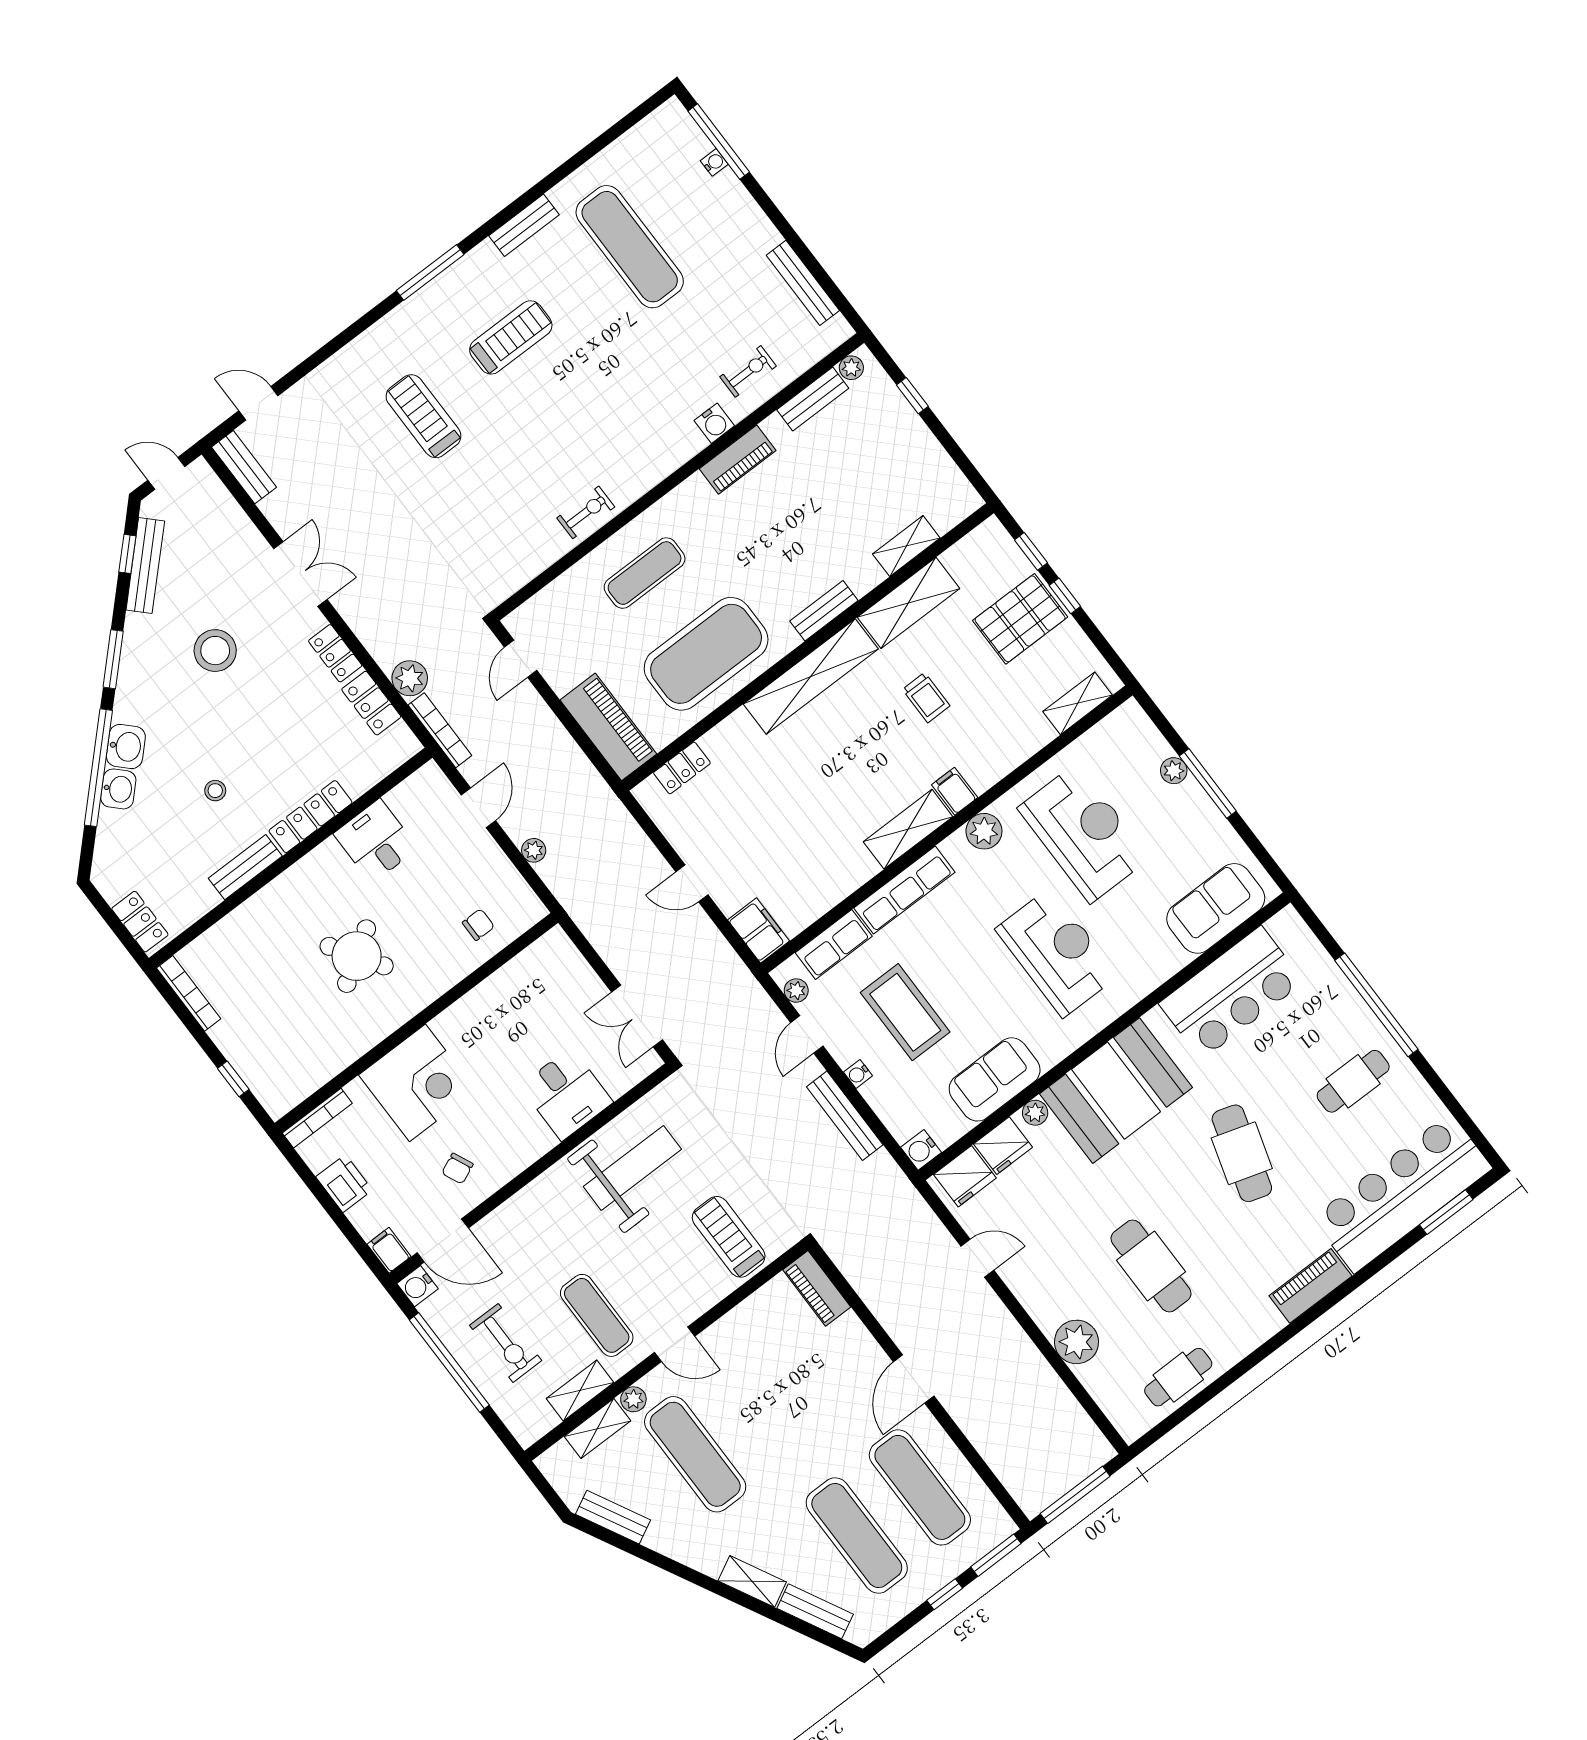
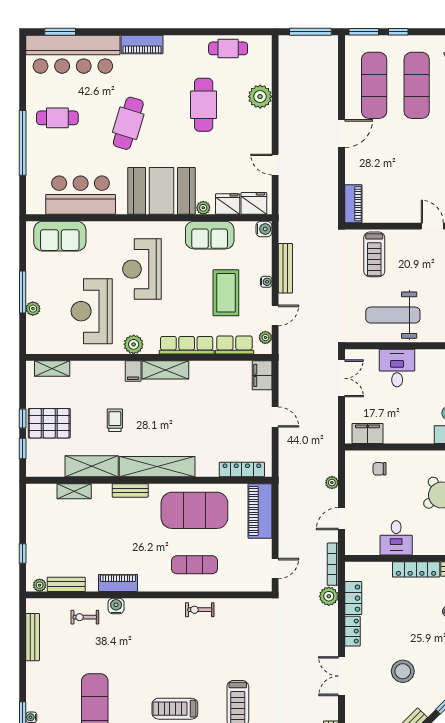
locker: (682, 768) -> (242, 470), width x1.53
filing cabinet: (536, 964) -> (368, 433), added

